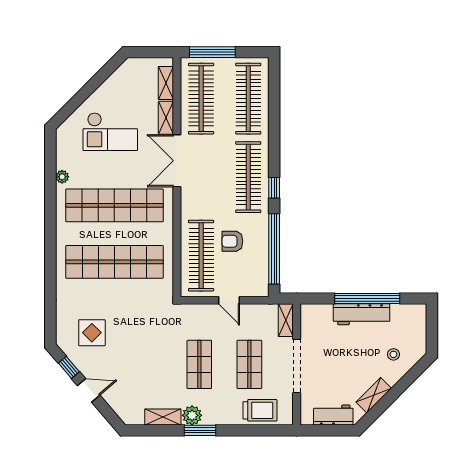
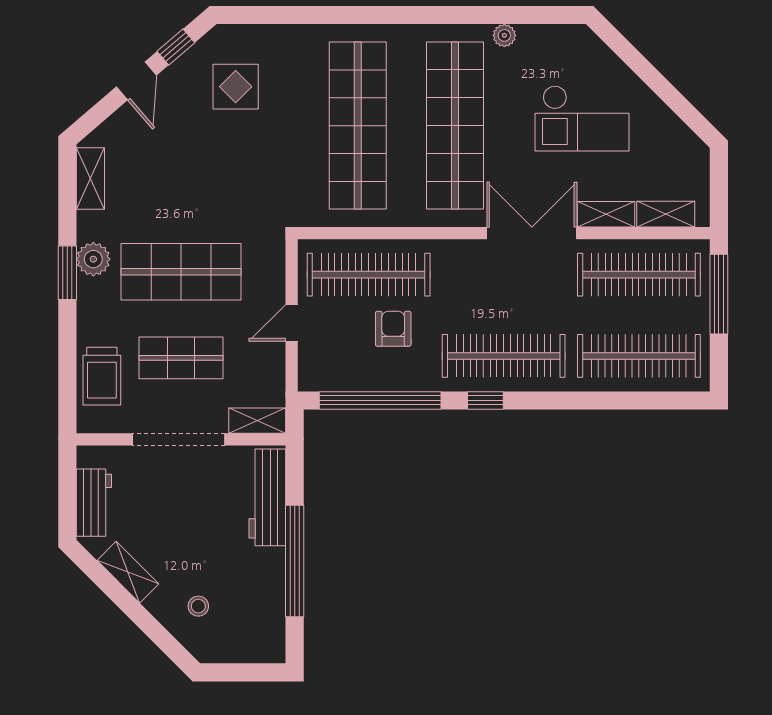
checkout: (110, 132) -> (582, 118), turned -90
workbench: (361, 314) -> (267, 497), moved
shop shelf: (199, 364) -> (181, 272), width x1.43, depth x1.36
shelving: (163, 417) -> (90, 178), moved

